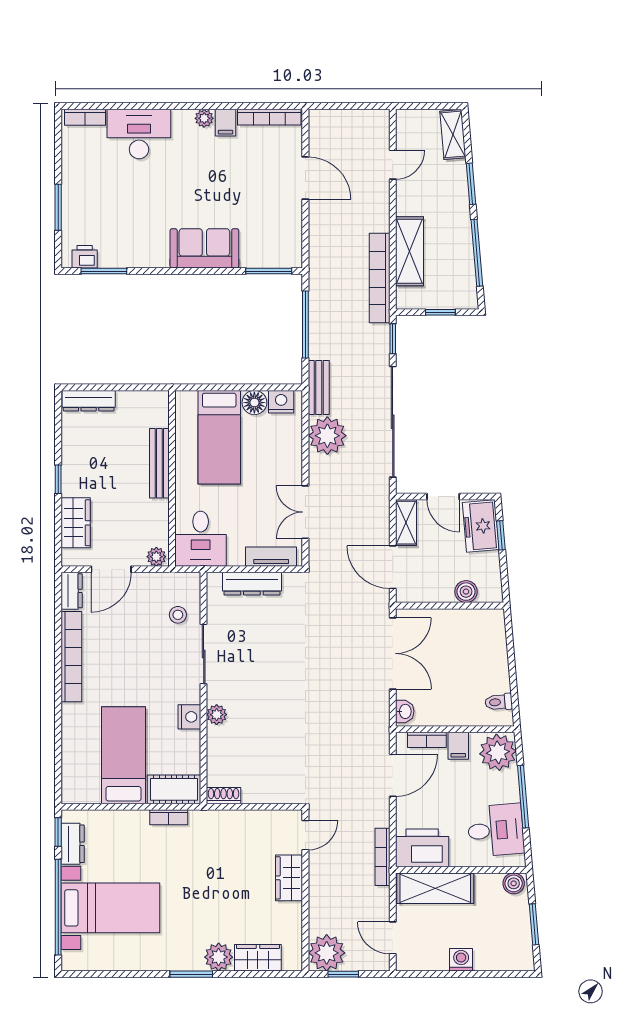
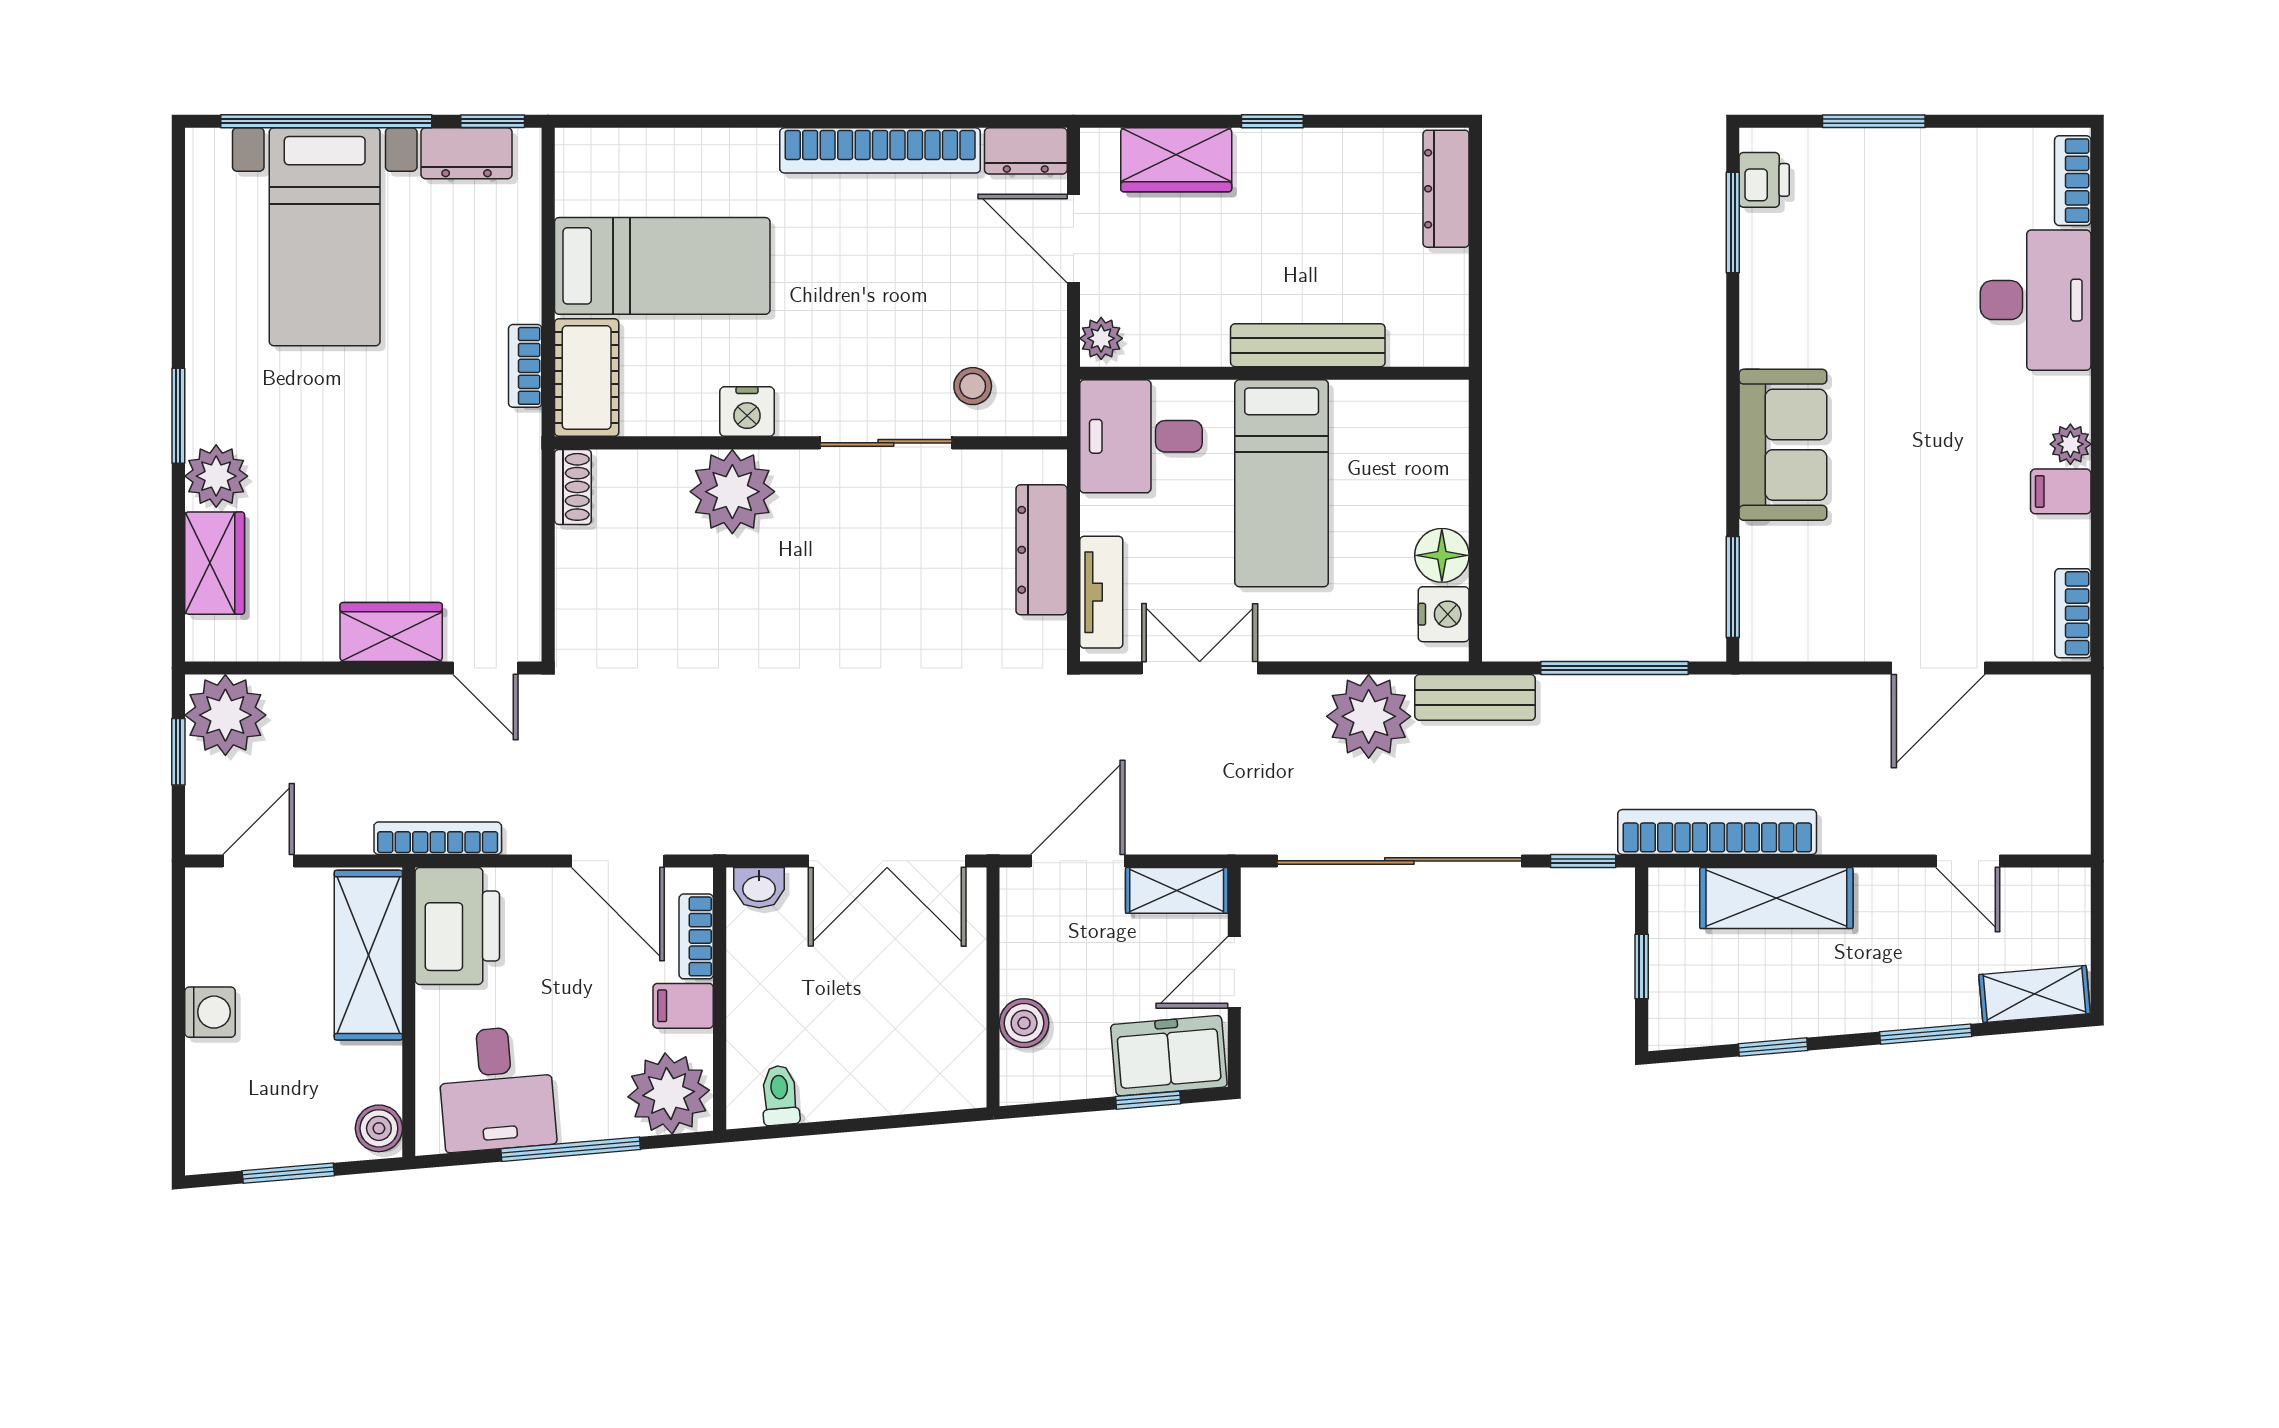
bookcase: (269, 117) -> (2073, 613), width x0.64
window: (477, 253) -> (1773, 1047), width x0.46
bed: (219, 437) -> (1282, 483), moved, turned -90
plant: (217, 715) -> (732, 492), width x1.87, depth x1.87

